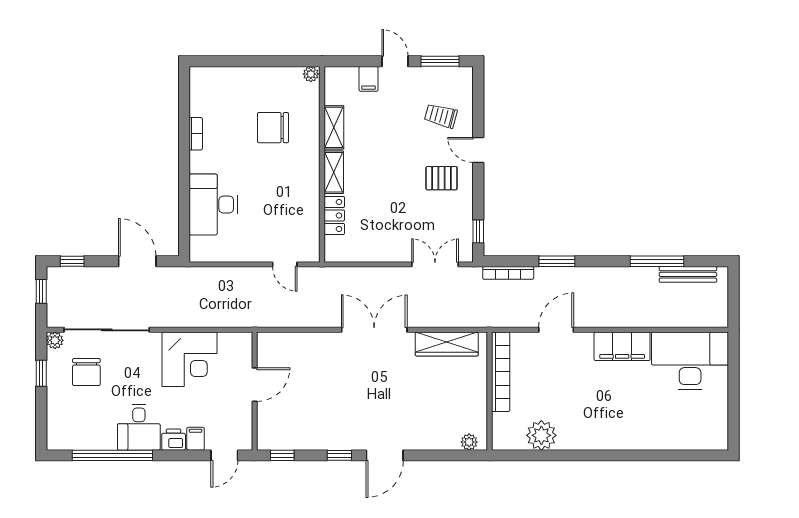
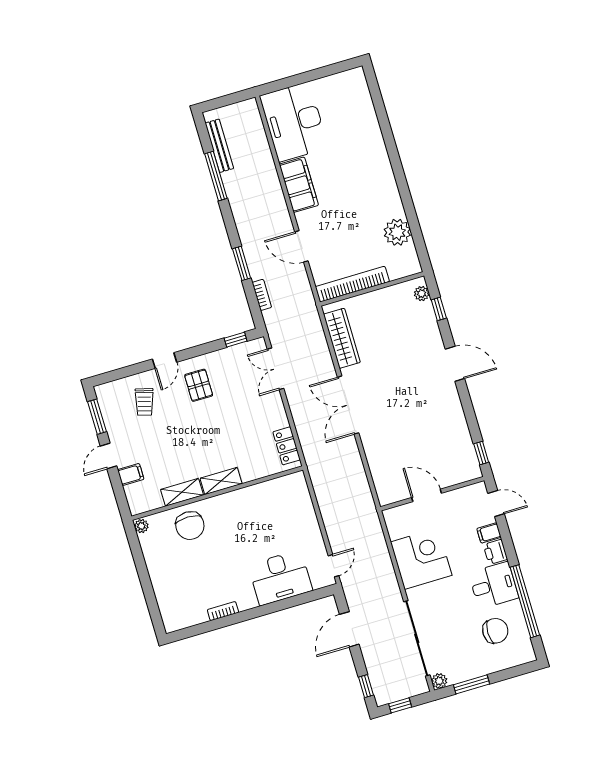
chair: (273, 128) -> (190, 526), moved
locker: (334, 215) -> (287, 446), moved, turned -90
door: (285, 264) -> (333, 566), moved
bookcase: (508, 273) -> (262, 295), width x0.64
chair: (86, 372) -> (495, 631), moved
window: (41, 373) -> (472, 684), width x1.50
window: (339, 455) -> (439, 309), moved

